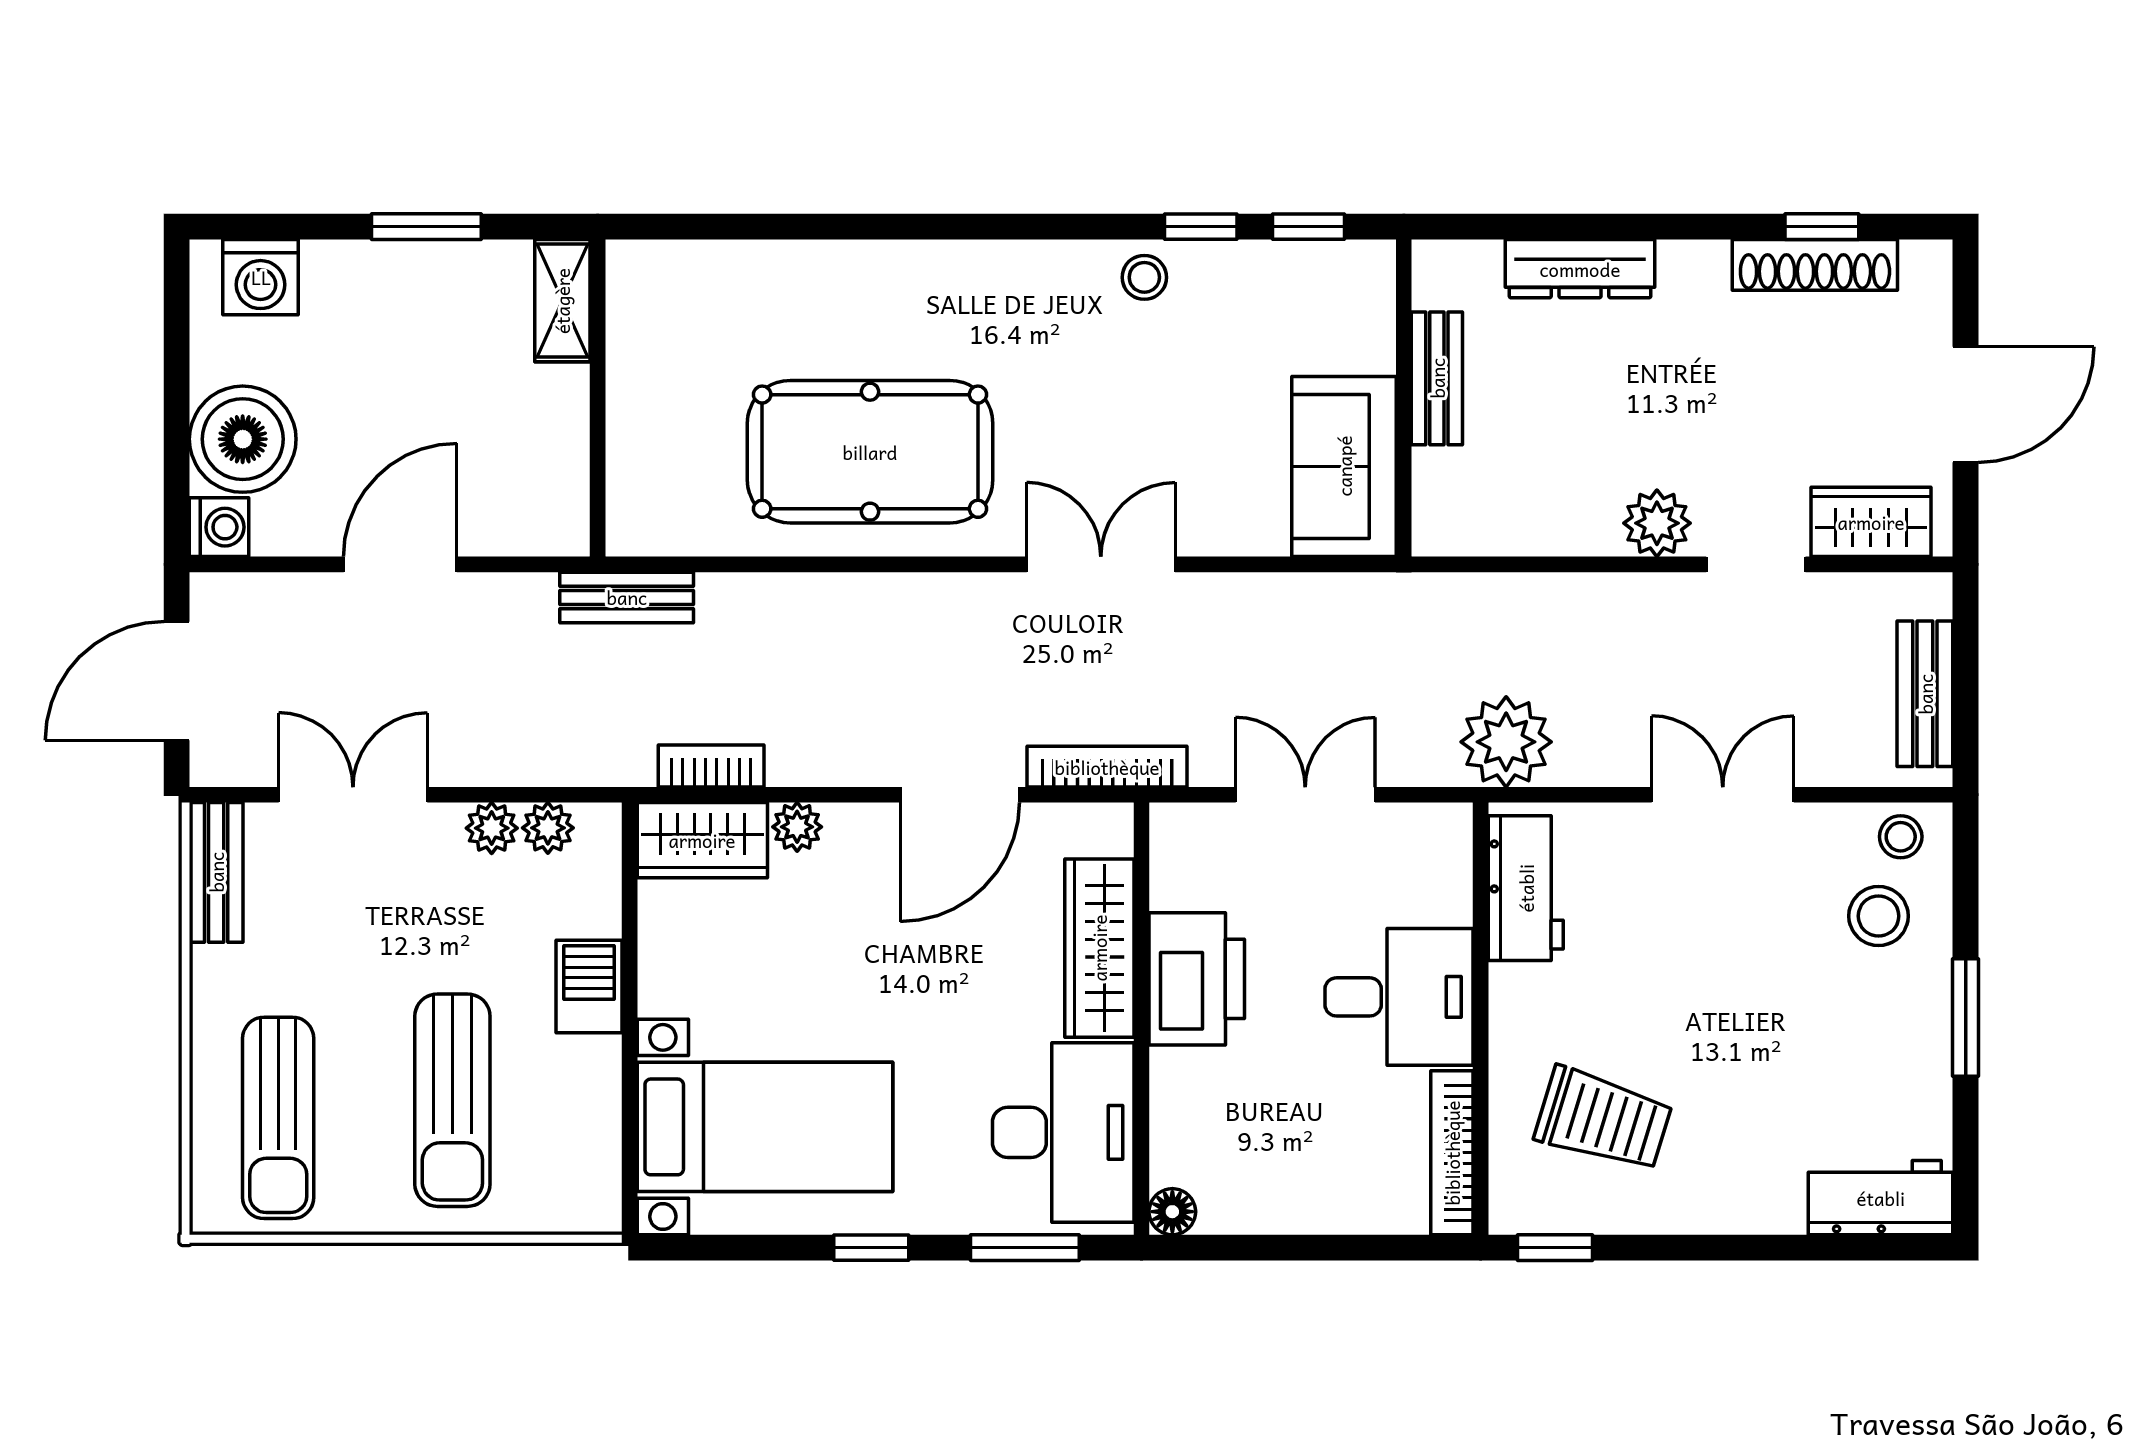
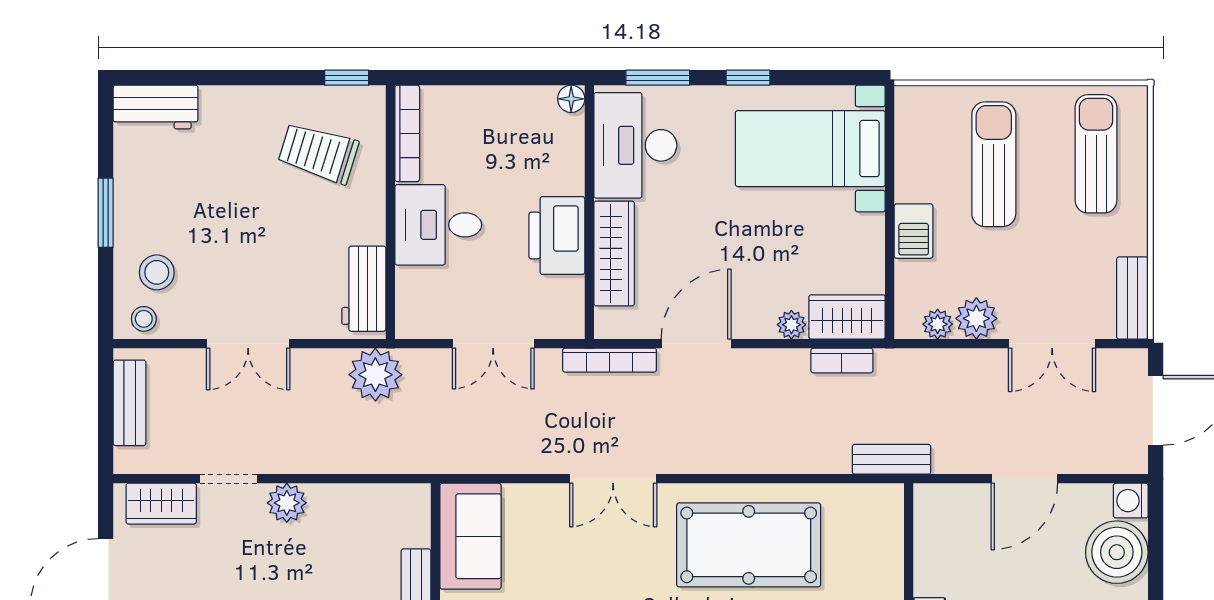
plant: (492, 828) -> (976, 318), width x1.38, depth x1.38

